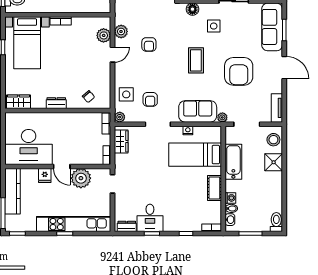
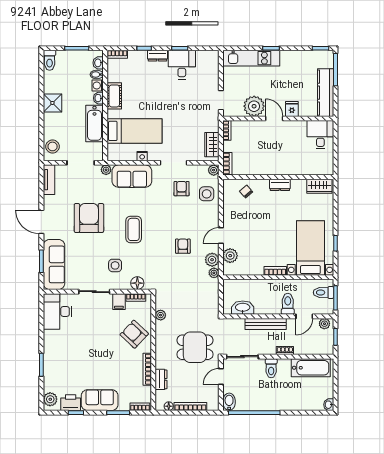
plant: (119, 19) -> (214, 273), added
desk: (29, 147) -> (320, 135), width x0.53, depth x0.77
shower: (274, 162) -> (52, 103), moved
washbasin: (230, 186) -> (98, 98), added
kitchen unit: (74, 224) -> (251, 58), width x0.73
dresser: (127, 226) -> (158, 56), moved

